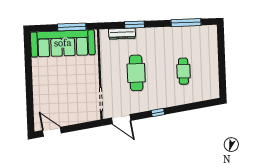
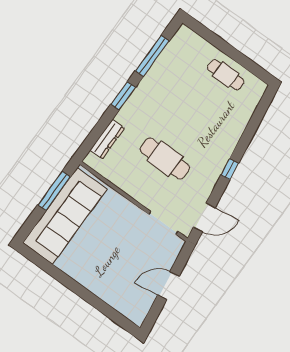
window: (134, 25) -> (123, 96), moved
cafe table: (183, 71) -> (226, 75), moved
door: (52, 132) -> (168, 286), moved

